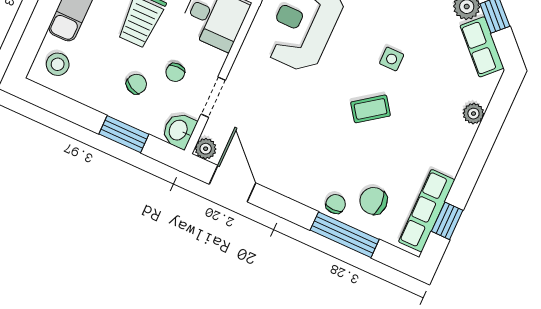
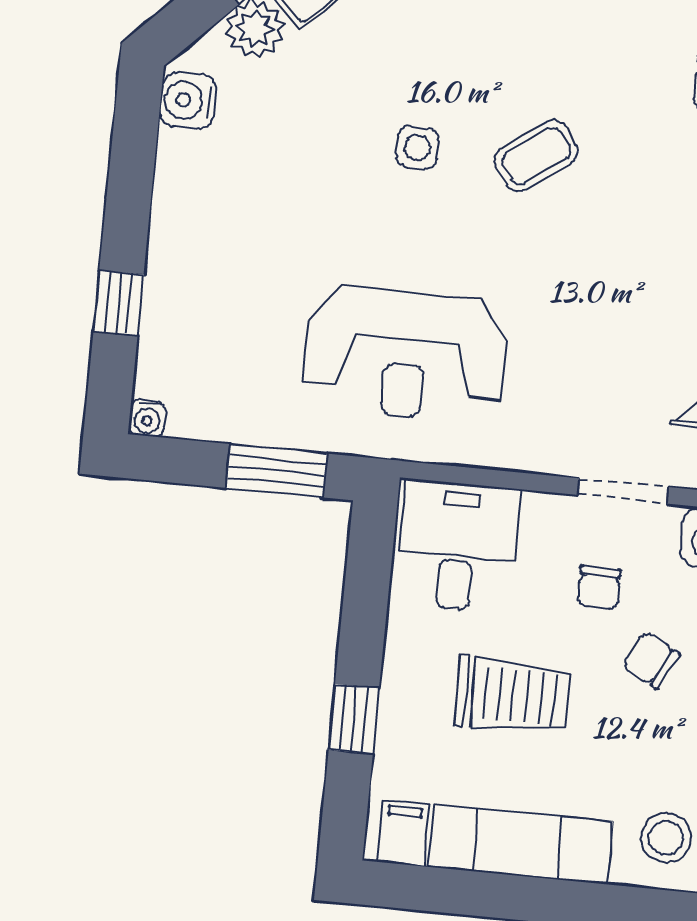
chair: (175, 72) -> (599, 588), turned 90
coffee table: (371, 109) -> (536, 156), turned 90

